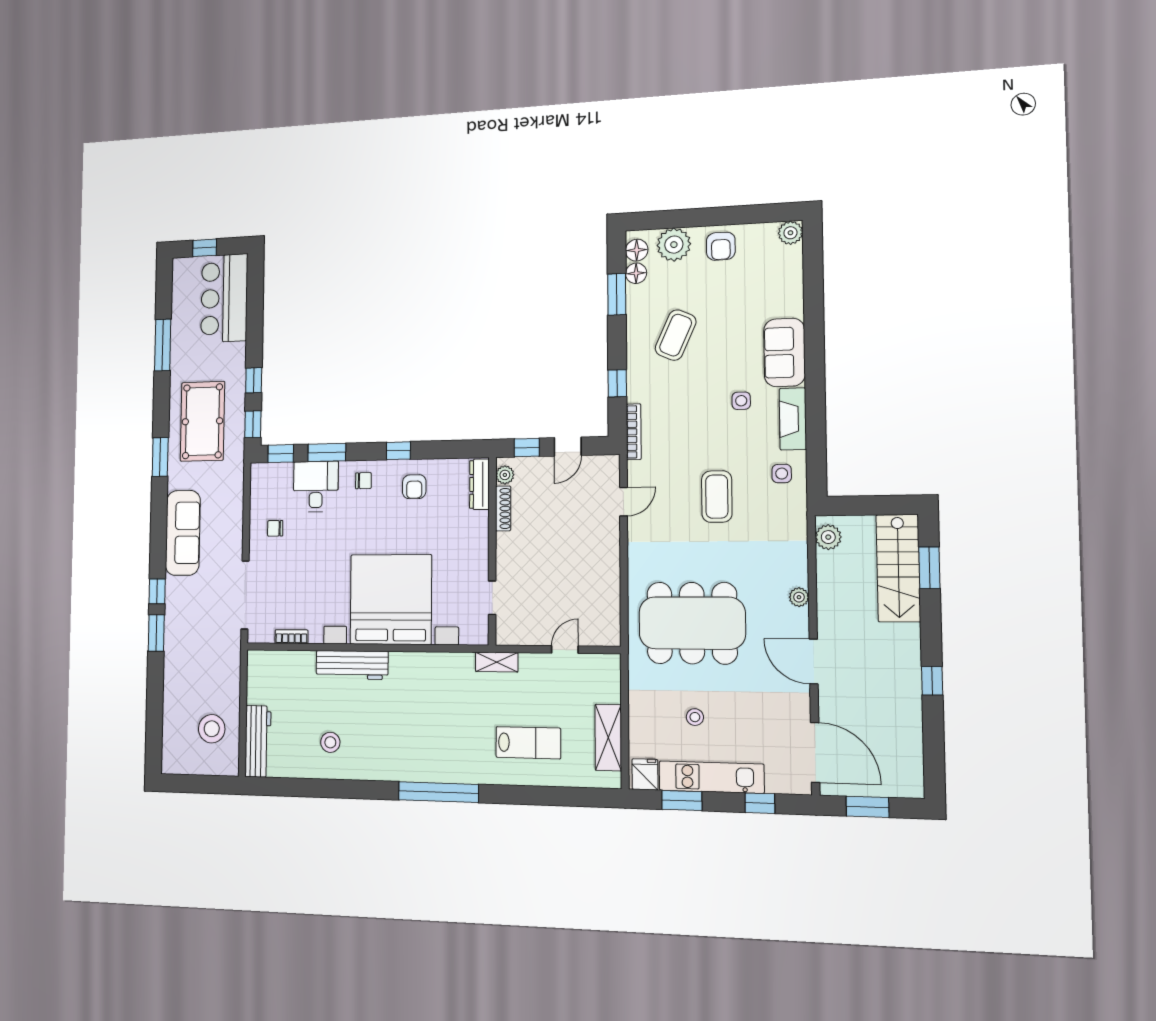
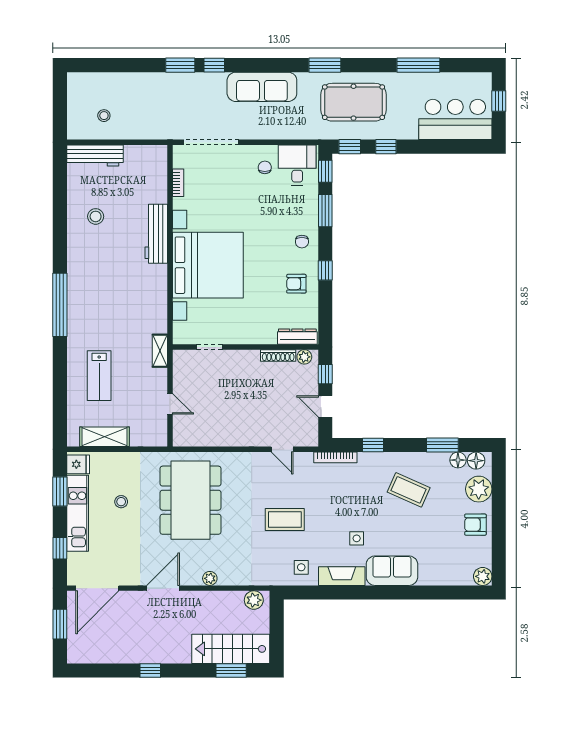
desk: (316, 486) -> (297, 165), moved, turned -90
stool: (212, 729) -> (104, 116), width x0.53, depth x0.53

